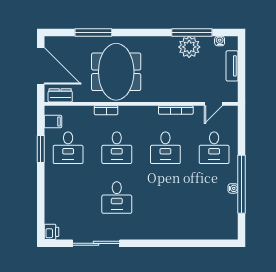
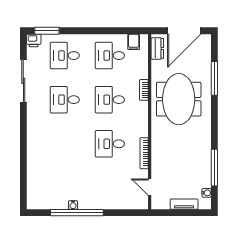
plant: (189, 47) -> (201, 165), removed
meeting table: (116, 72) -> (179, 99), turned 90
desk: (214, 148) -> (65, 56), moved
window: (41, 149) -> (47, 31), moved

